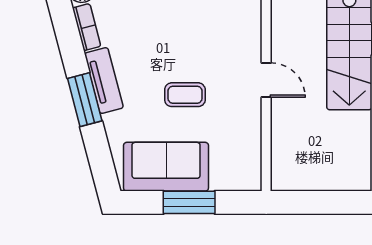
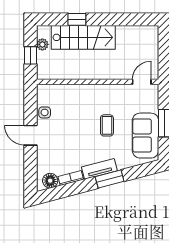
door: (266, 80) -> (142, 82), moved

